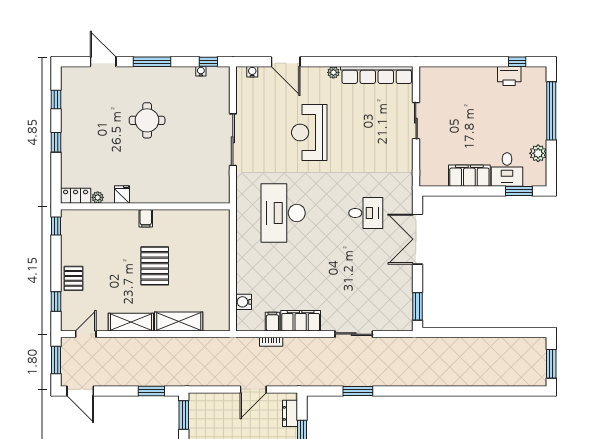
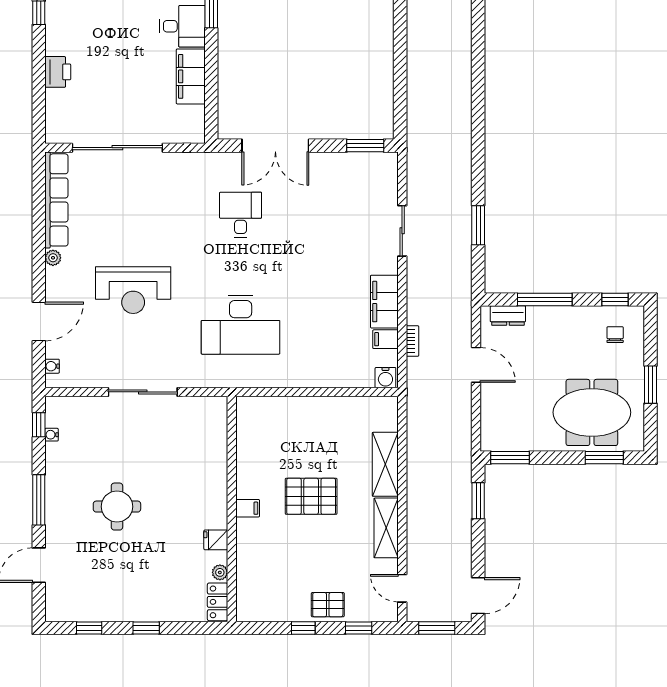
printer: (509, 76) -> (58, 72), moved
sliding door: (416, 121) -> (117, 148), width x1.86
window: (56, 226) -> (303, 628), moved
water cooler: (244, 302) -> (385, 378), moved

